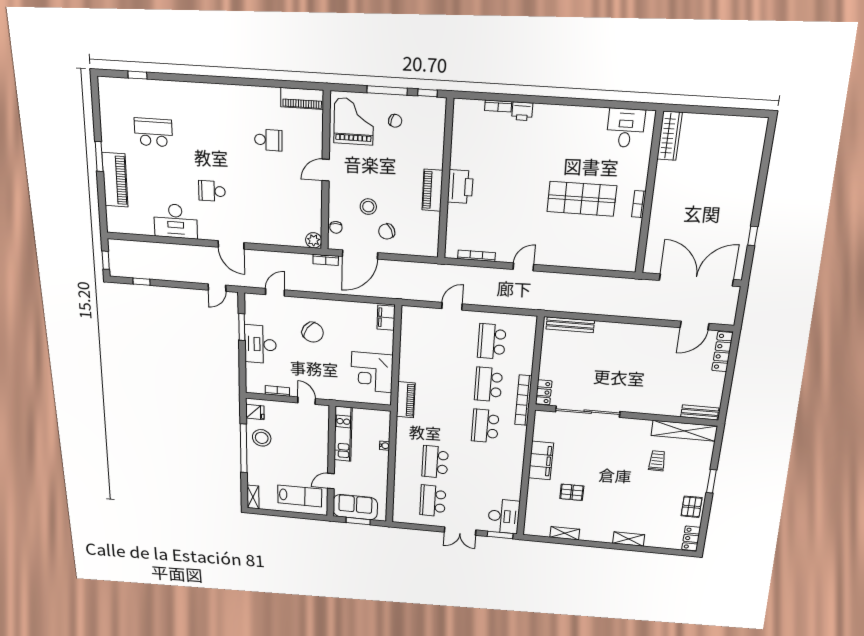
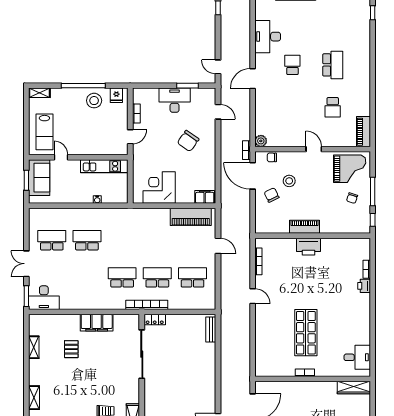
school desk: (153, 132) -> (333, 65), moved
bench: (570, 325) -> (211, 329), width x0.73
piano: (406, 400) -> (191, 217), moved, width x1.37, depth x1.33

